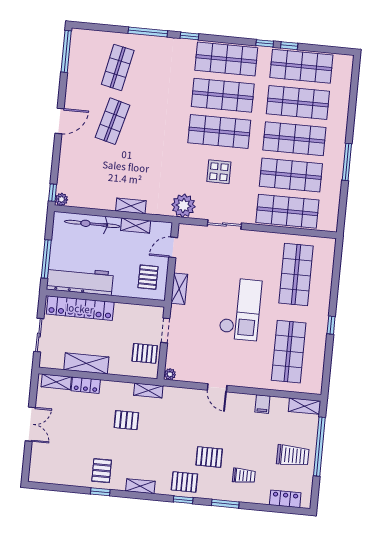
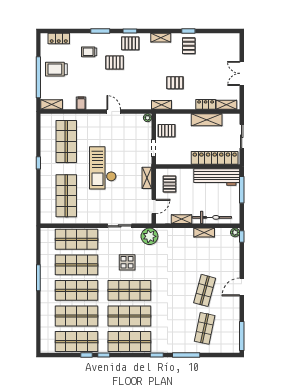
shelving: (131, 206) -> (204, 233), moved

